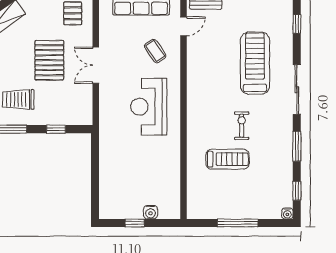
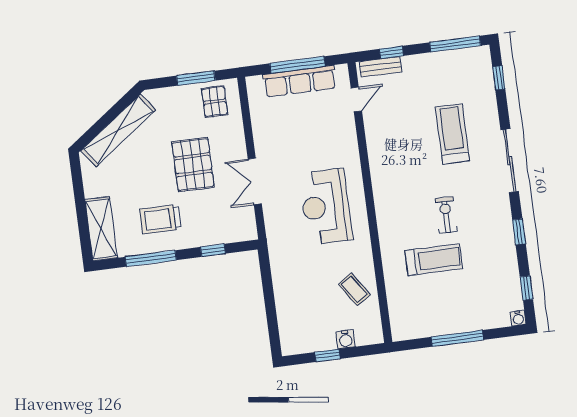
coffee table: (155, 51) -> (354, 289), moved
treadmill: (255, 63) -> (452, 134), width x0.73, depth x0.73
double door: (96, 65) -> (255, 181), moved
window: (297, 146) -> (519, 232), width x0.67

